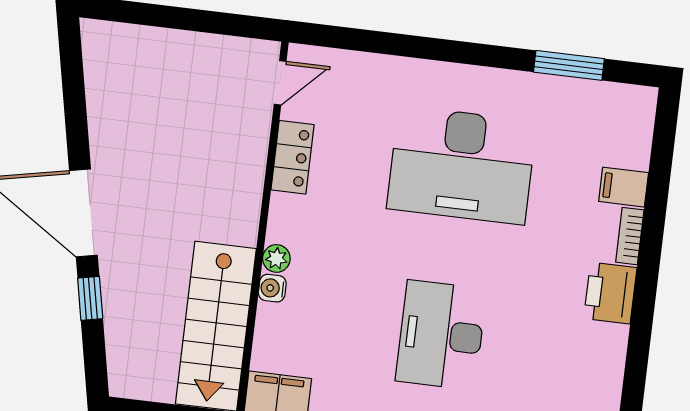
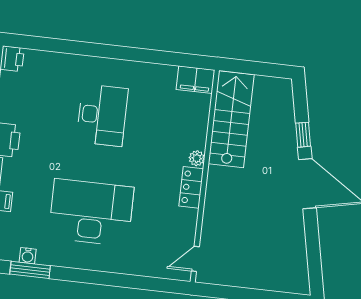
locker: (292, 157) -> (191, 187), moved
water cooler: (272, 288) -> (28, 256), moved, turned 90

